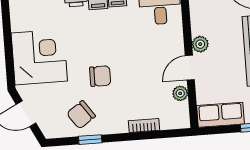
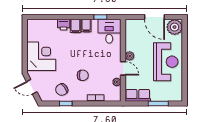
door: (190, 68) -> (123, 68), swing flipped
chair: (100, 76) -> (83, 75), moved

